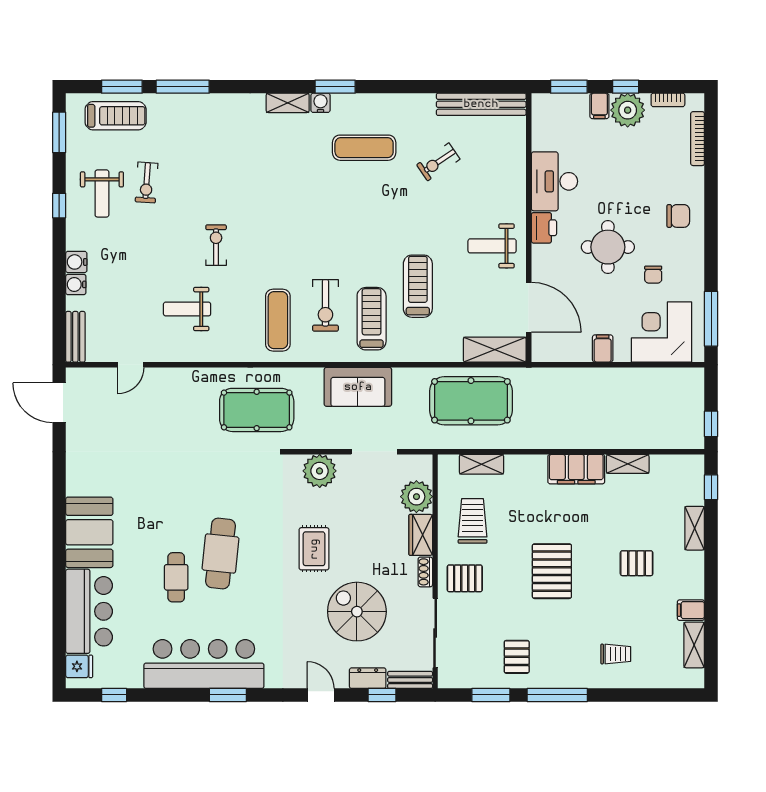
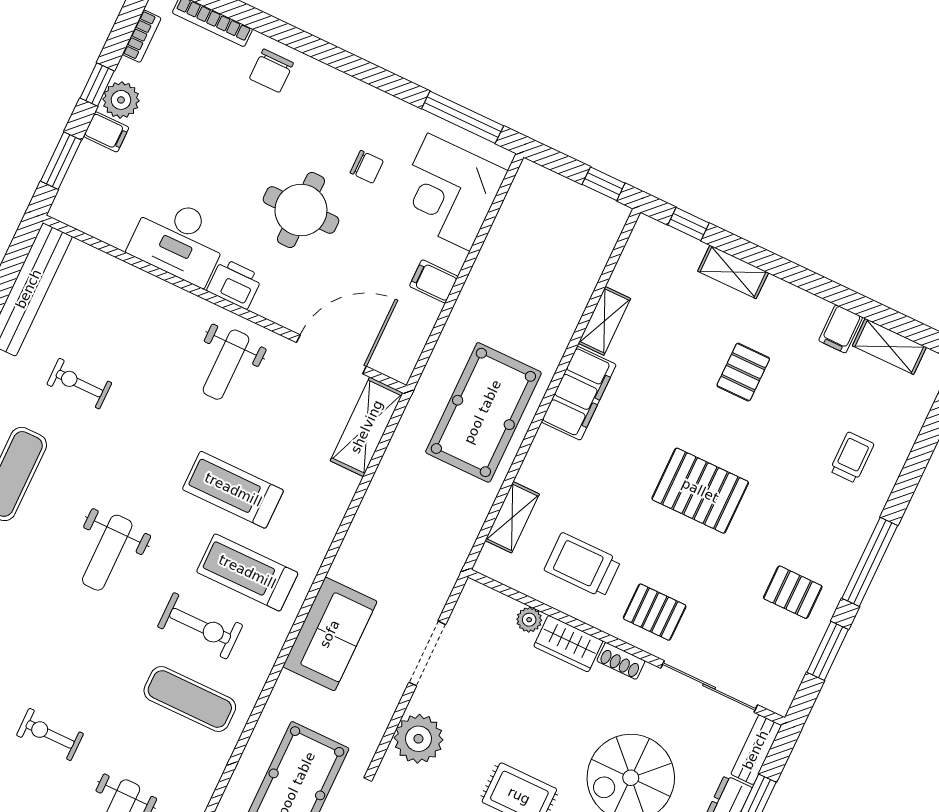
plant: (628, 110) -> (121, 100), width x0.73, depth x0.73
exercise bike: (438, 162) -> (79, 384), turned 124
chair: (678, 216) -> (271, 71), moved, turned 180
weight bench: (343, 228) -> (107, 553), added
pool table: (471, 401) -> (483, 412), moved
plant: (416, 497) -> (529, 620), width x0.53, depth x0.53
pallet: (465, 578) -> (655, 612), turned 90

